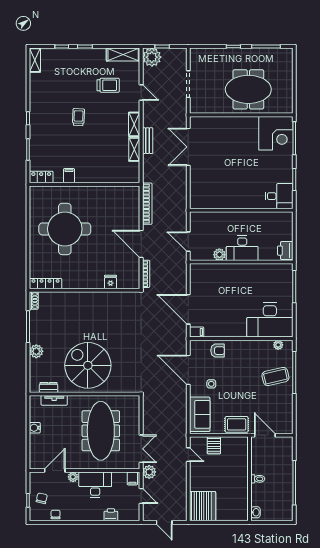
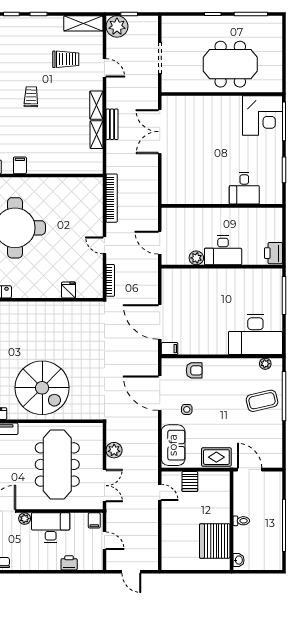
desk: (279, 196) -> (244, 188), moved, turned 90
door: (141, 244) -> (104, 245), width x0.53
spiral stairs: (88, 365) -> (42, 388), turned 180
plant: (149, 472) -> (114, 450), moved
server rack: (203, 506) -> (215, 541), moved, turned 180

